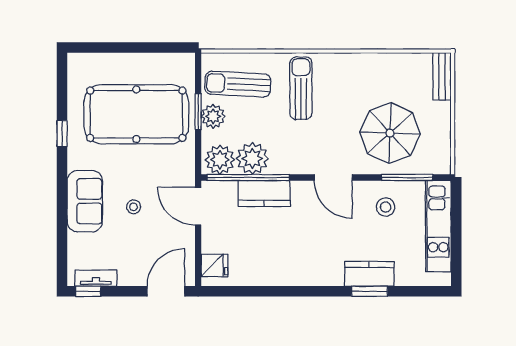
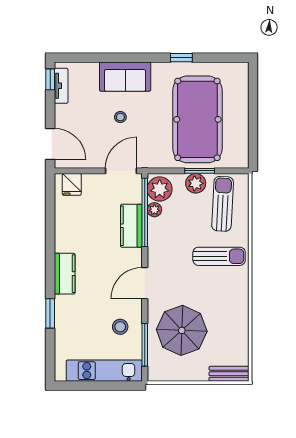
plant: (252, 158) -> (154, 210), width x0.53, depth x0.53
kitchen counter: (369, 274) -> (65, 274), moved

